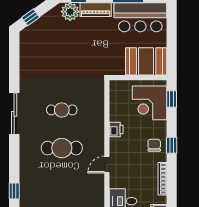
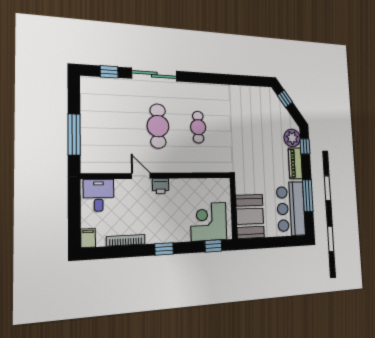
sliding door: (14, 114) -> (154, 75), moved
printer: (116, 129) -> (161, 186), moved
chair: (154, 145) -> (164, 229), removed

